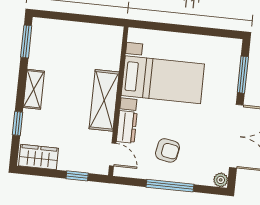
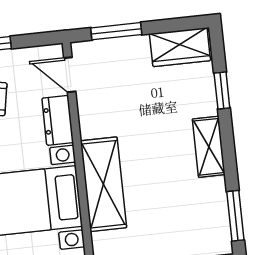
shelving: (104, 100) -> (103, 184), moved
window: (77, 176) -> (116, 31), width x1.50

